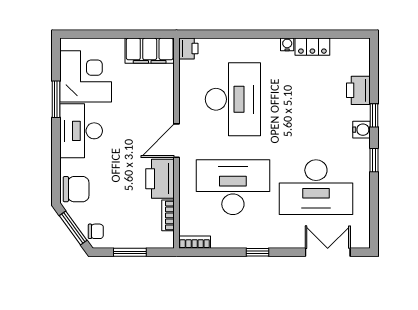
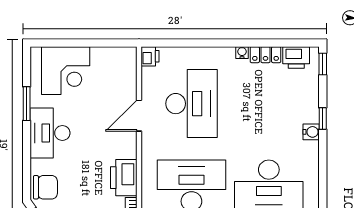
filing cabinet: (150, 51) -> (114, 58), removed
corner desk: (86, 76) -> (66, 71), moved, turned 90
printer: (358, 90) -> (296, 57), moved, turned -90
door: (177, 141) -> (139, 116), moved
window: (374, 160) -> (323, 64), moved

